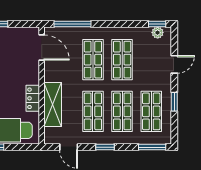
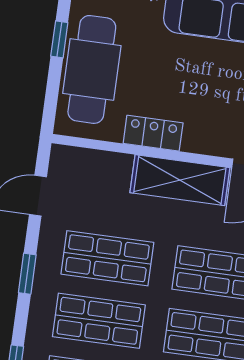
shelving: (53, 105) -> (180, 180), moved

